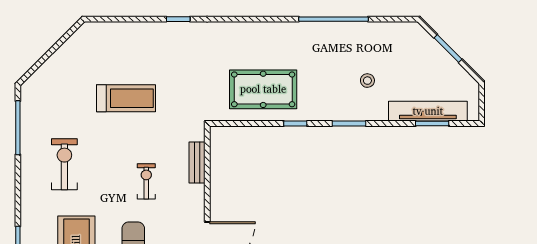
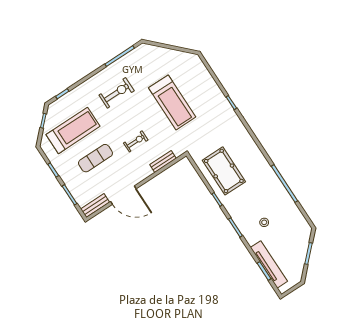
treadmill: (126, 98) -> (172, 102), width x1.37, depth x1.38

